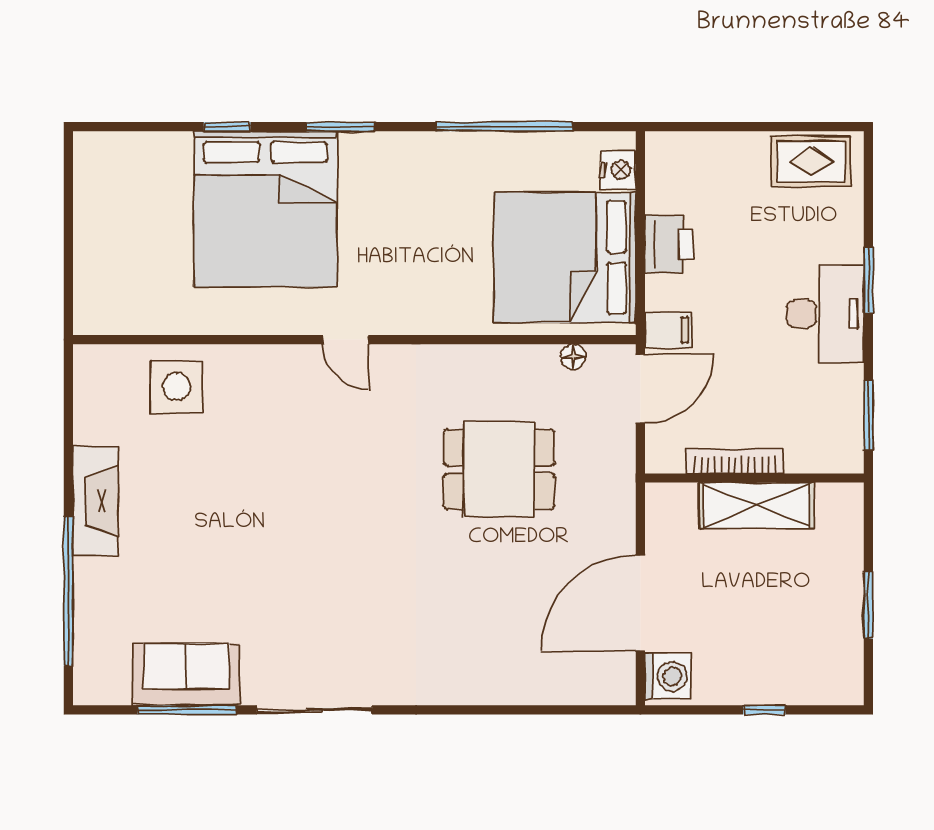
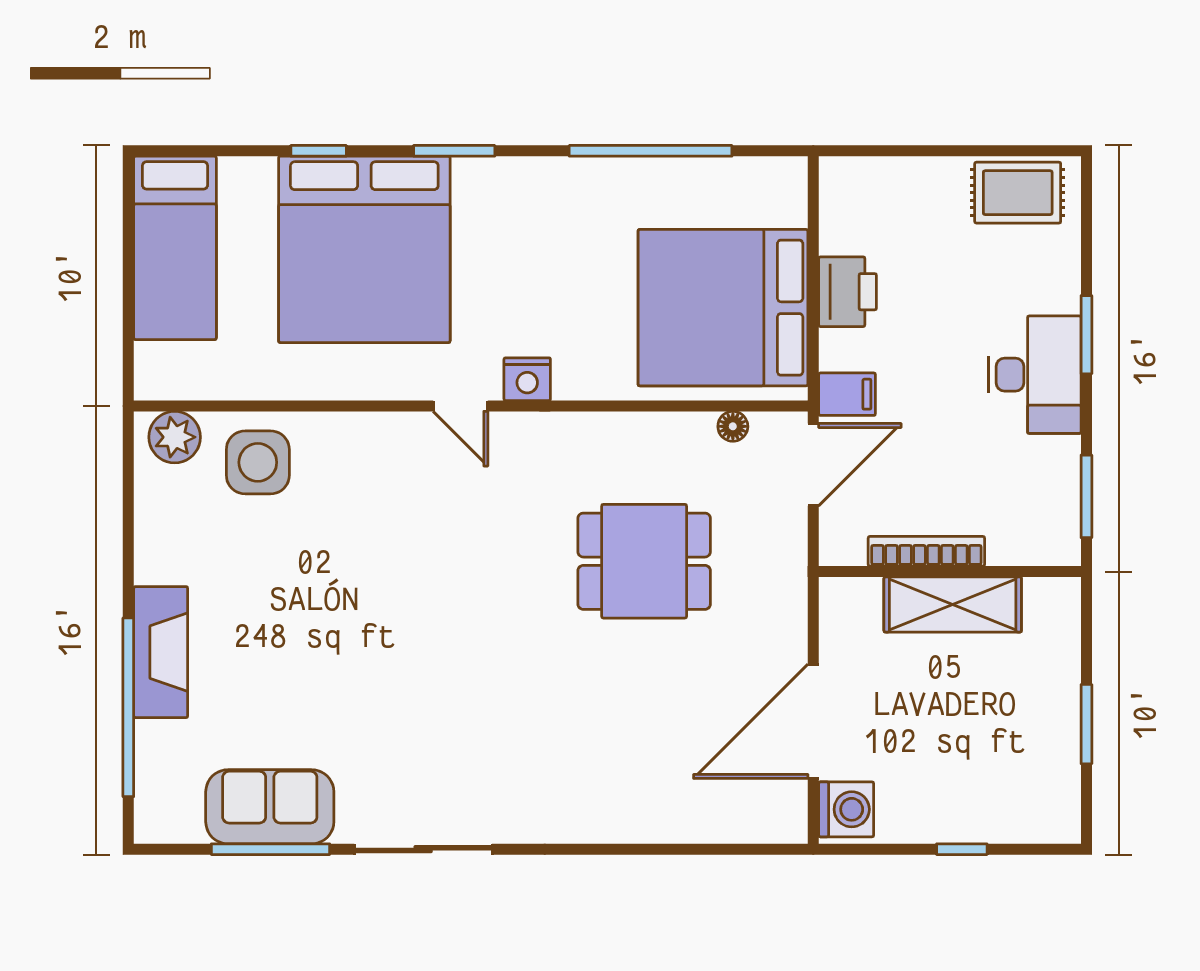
nightstand: (618, 170) -> (527, 379), moved, turned 90
bed: (107, 208) -> (175, 248), added
plant: (107, 366) -> (175, 437), added
fireplace: (95, 501) -> (161, 652), moved

